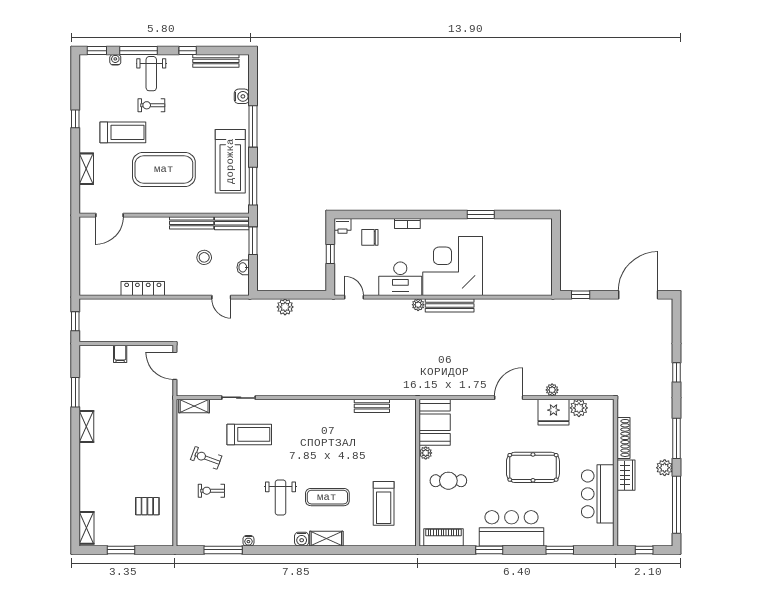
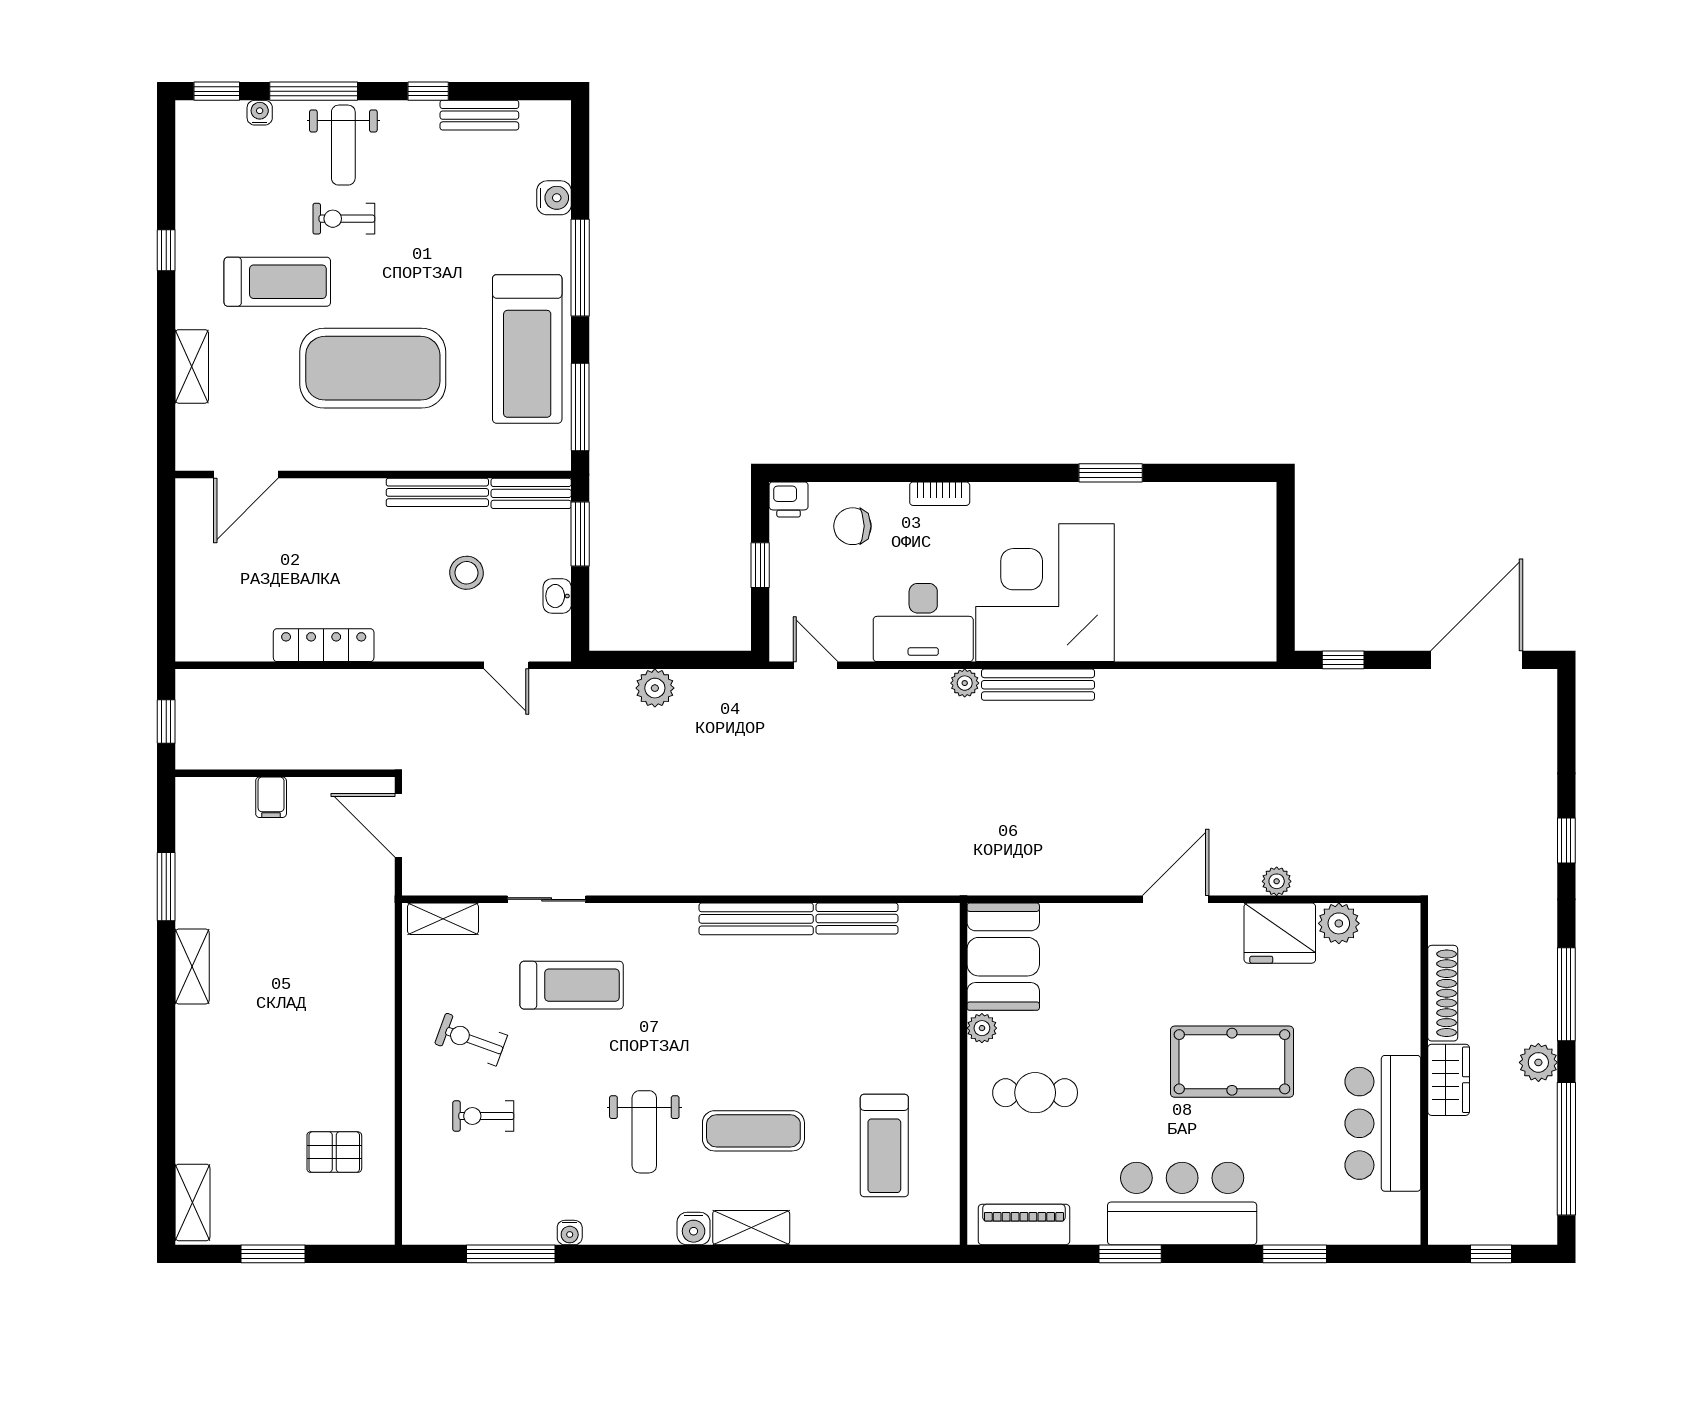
bench: (216, 61) -> (479, 115), width x0.73
bench: (329, 406) -> (756, 919), added

